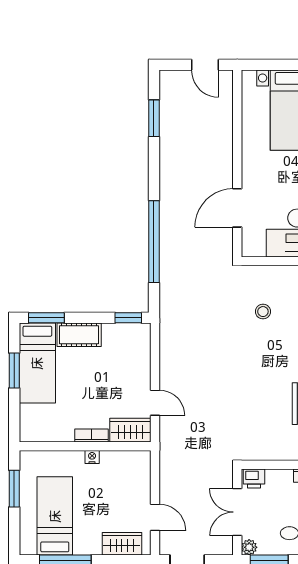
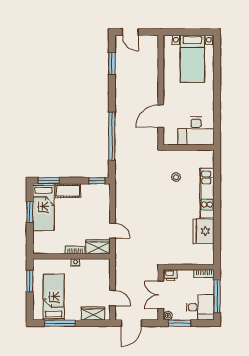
door: (205, 65) -> (130, 32), moved

